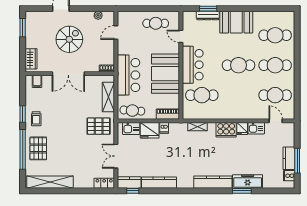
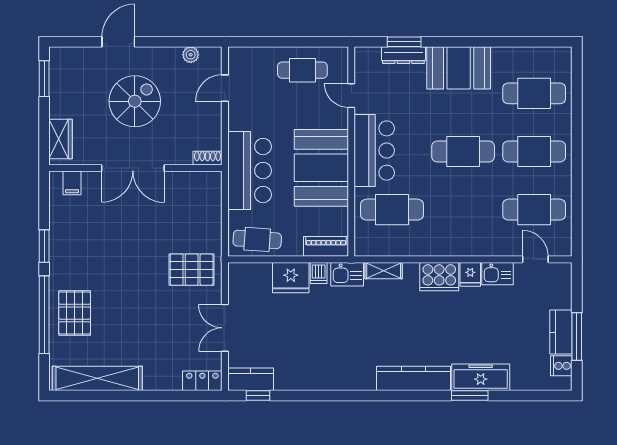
shelving: (108, 97) -> (210, 213), removed
trolley: (36, 119) -> (70, 255), removed
kitchen sink: (131, 128) -> (347, 274), moved
kitchen counter: (159, 183) -> (309, 379), removed

